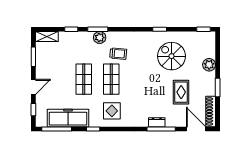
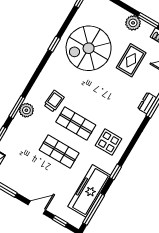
spiral stairs: (171, 56) -> (89, 48), width x1.37, depth x1.37
plant: (209, 65) -> (133, 23), moved
door: (33, 87) -> (37, 207), hinge flipped
rug: (181, 92) -> (131, 60), turned 90

